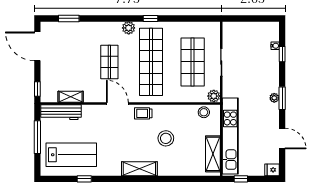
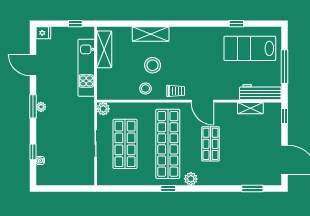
stool: (204, 112) -> (145, 89), moved
kitchen unit: (230, 136) -> (86, 68), width x0.73
shelving: (139, 169) -> (151, 34), moved

